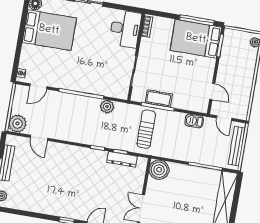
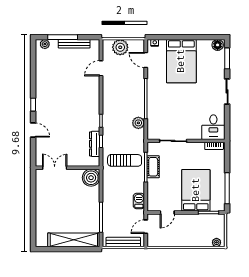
desk: (125, 29) -> (213, 127), width x0.73
bed: (49, 30) -> (181, 61), moved
bed: (196, 39) -> (196, 190), moved
plant: (17, 124) -> (120, 47), moved

